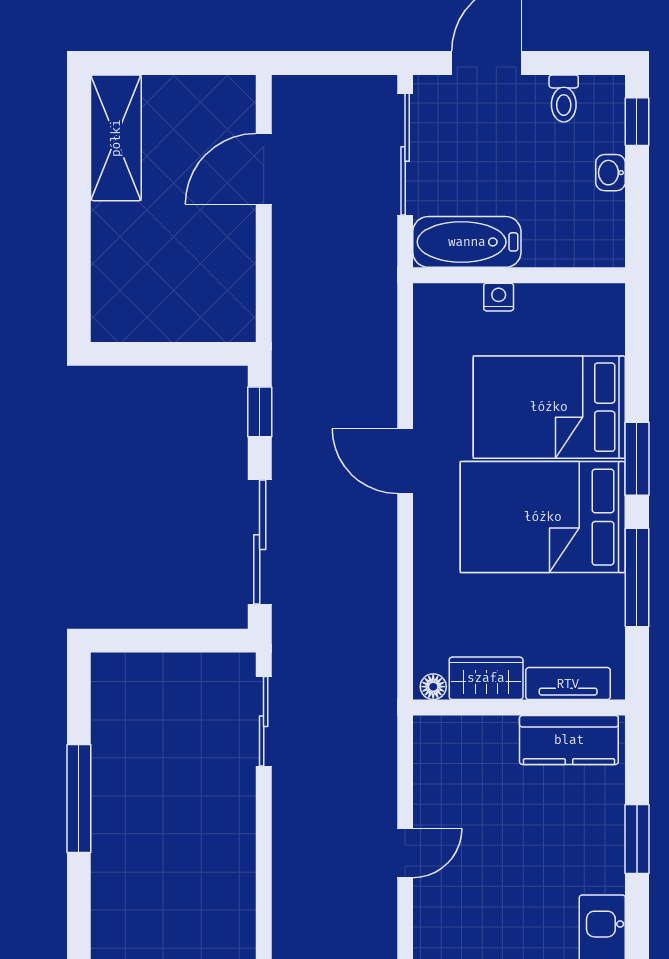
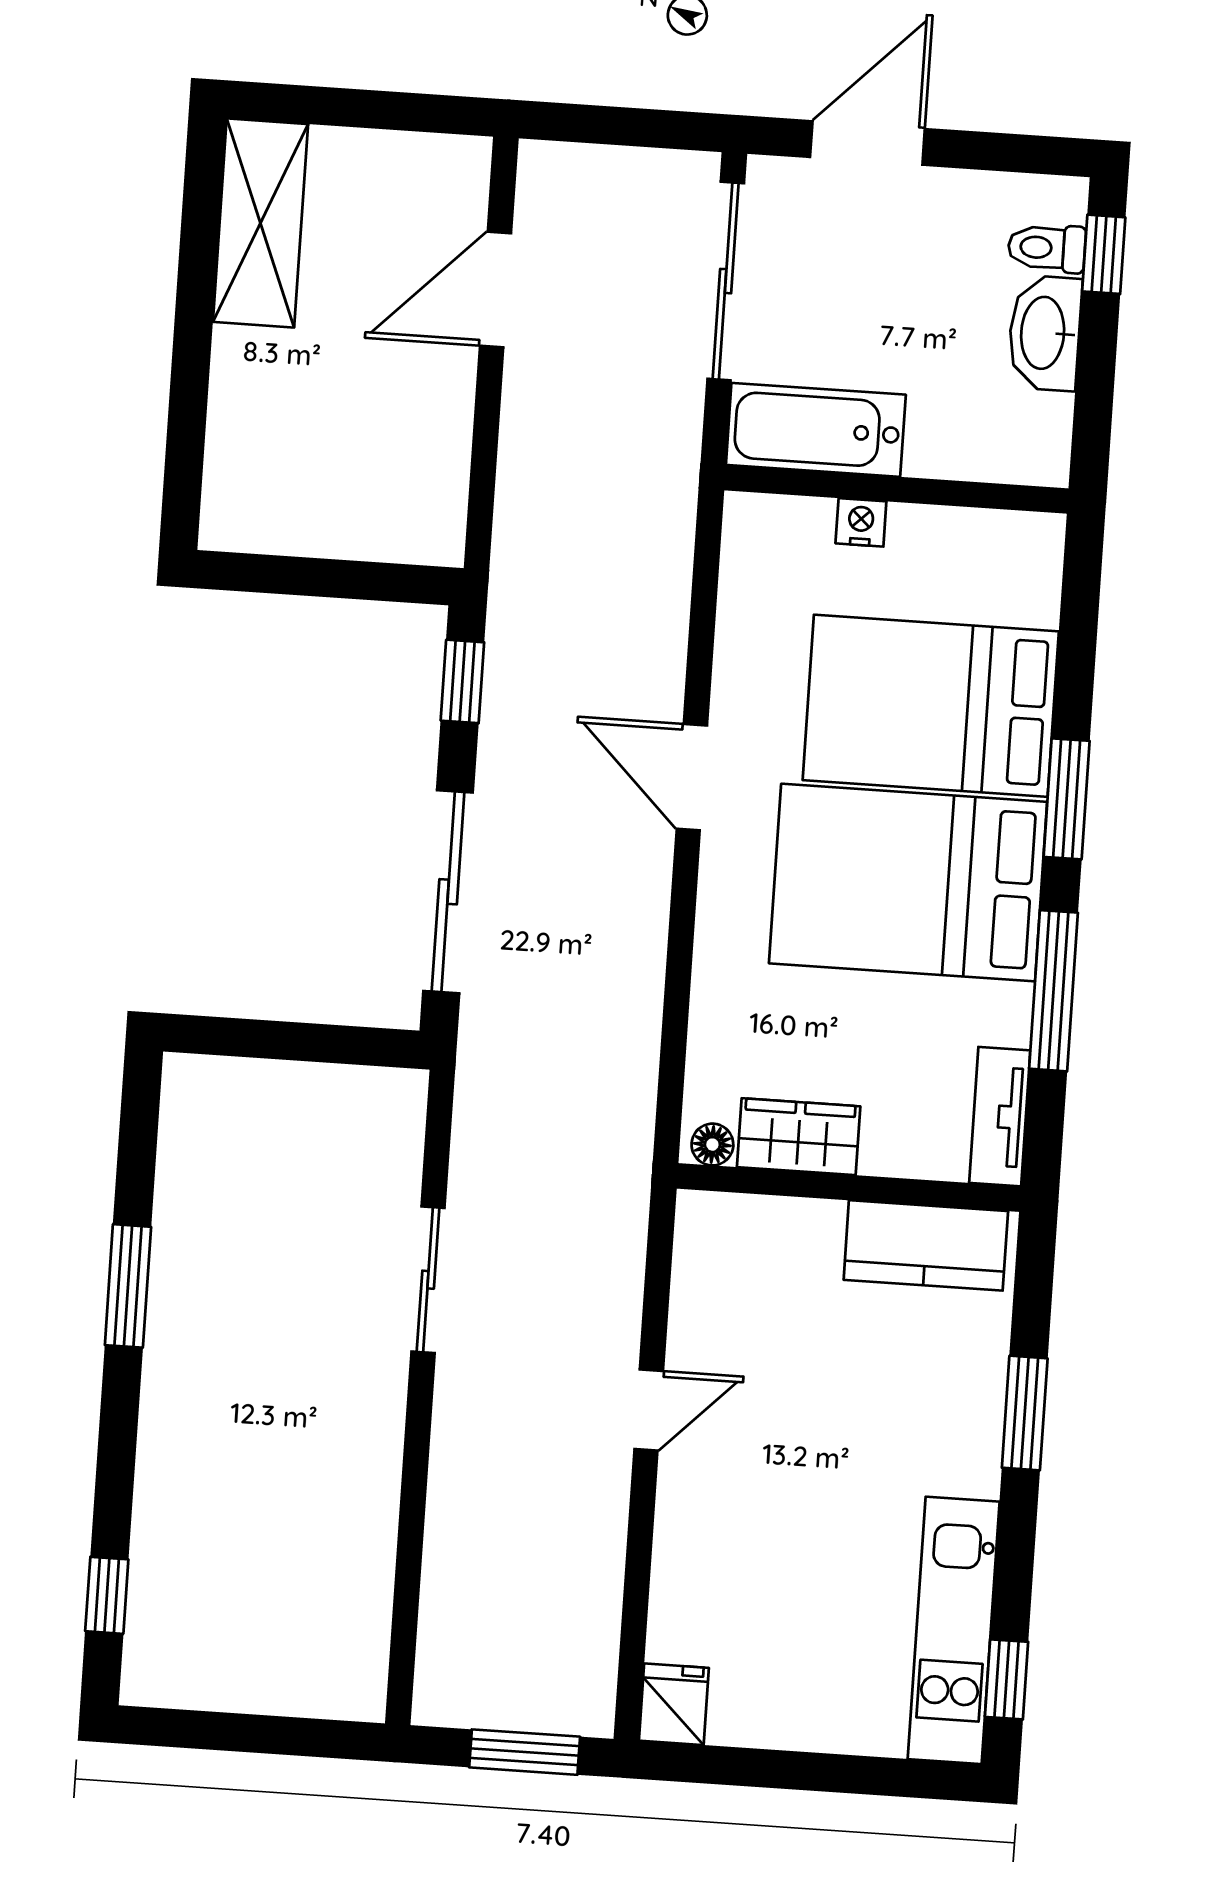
toilet: (564, 98) -> (1047, 248), moved, turned 90
washbasin: (610, 173) -> (1045, 333), width x1.91, depth x1.45
tv unit: (568, 684) -> (1000, 1117), moved, turned -90
sliding door: (264, 721) -> (428, 1280), moved
window: (79, 798) -> (128, 1286), width x0.69

